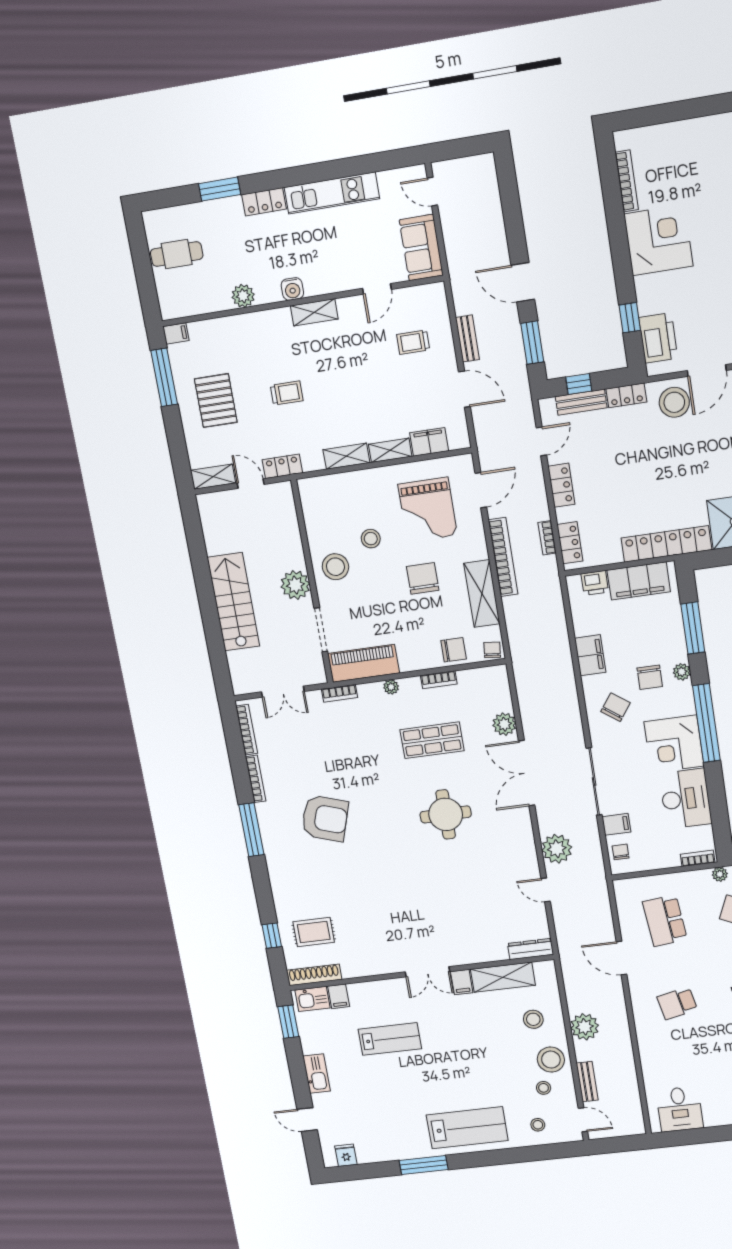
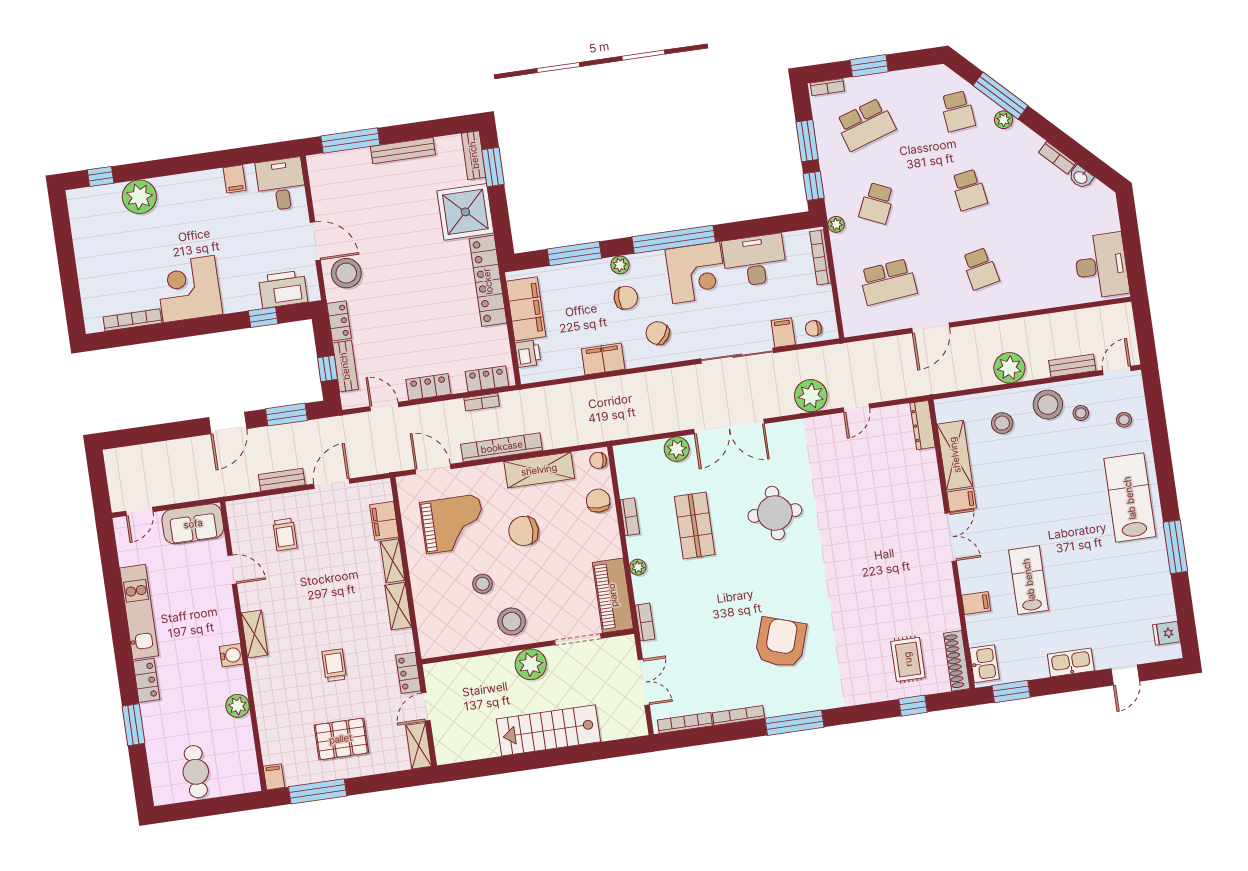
bookcase: (698, 858) -> (820, 257), width x1.56
filing cabinet: (339, 996) -> (976, 603), moved
desk: (680, 1109) -> (1101, 266), width x1.37

